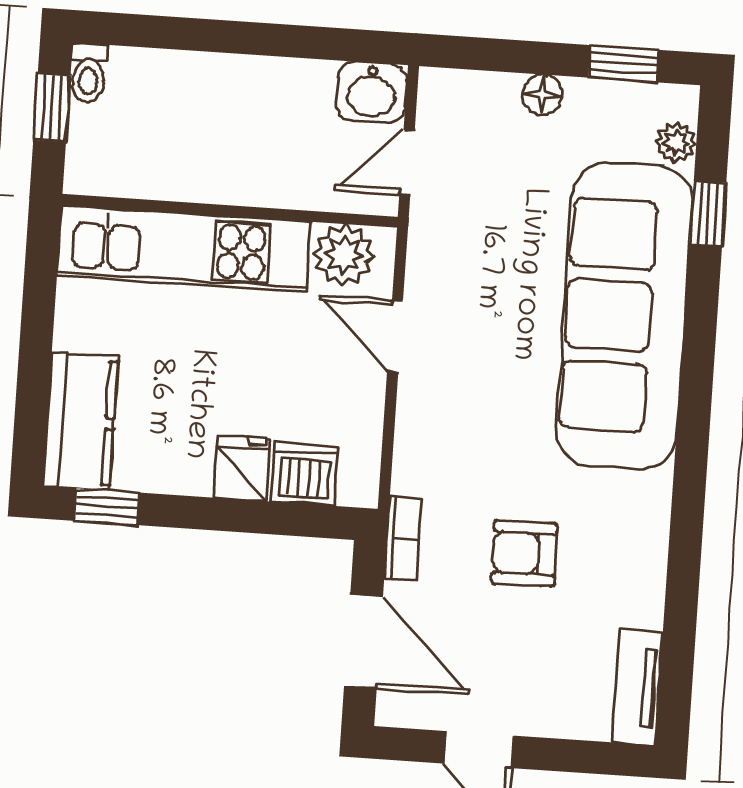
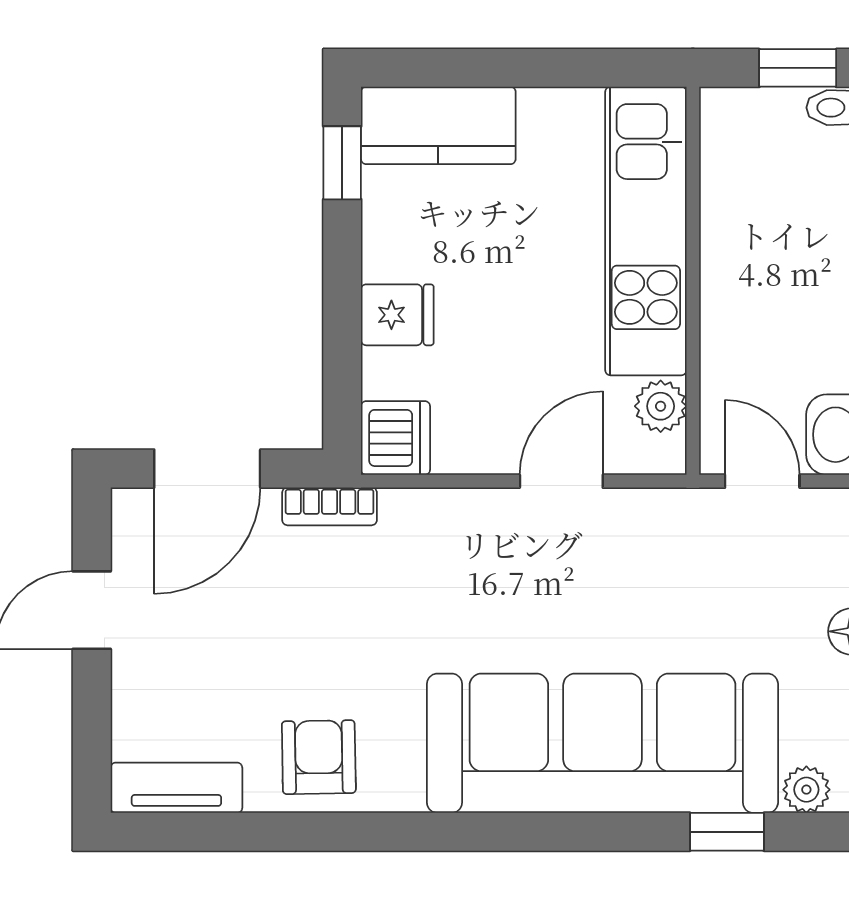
plant: (344, 255) -> (661, 406), width x0.73, depth x0.73
dishwasher: (304, 474) -> (395, 438), moved
armchair: (524, 553) -> (319, 757), moved

